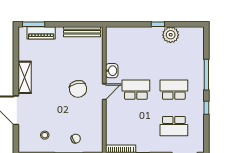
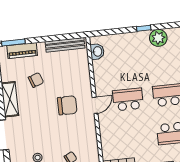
chair: (51, 62) -> (36, 80), added
washbasin: (112, 71) -> (97, 51), moved
chair: (78, 89) -> (67, 105), turned -77

